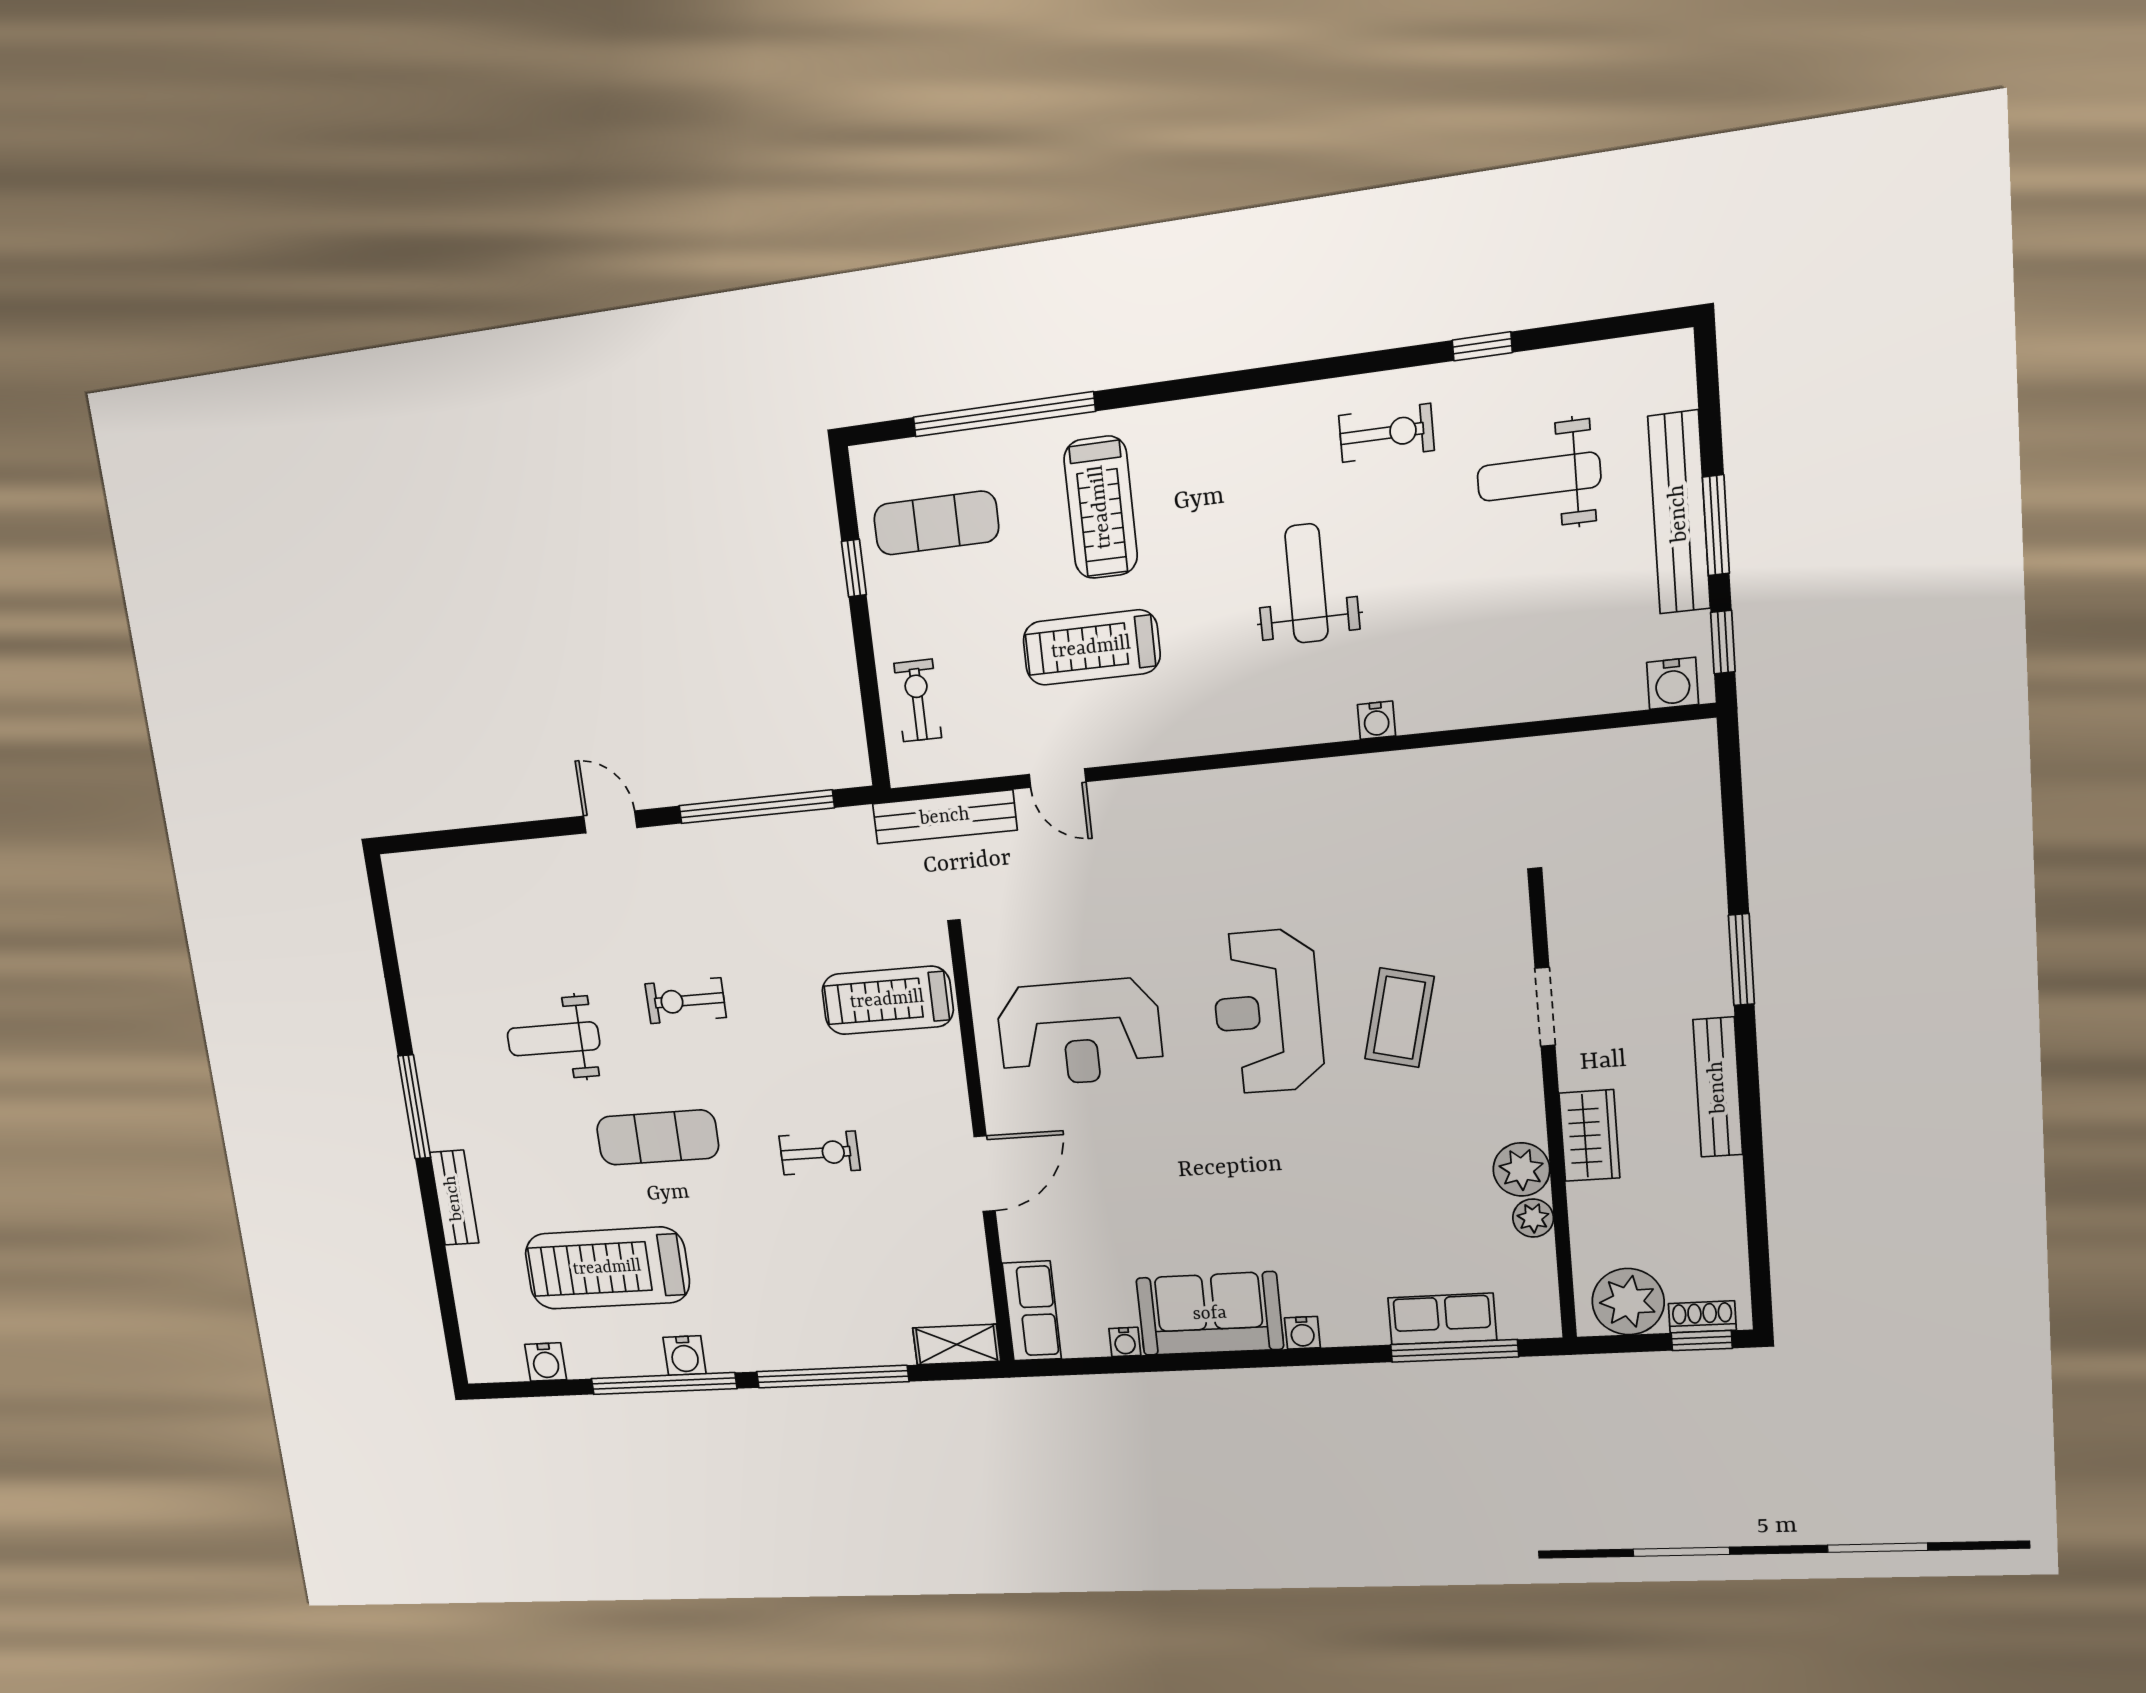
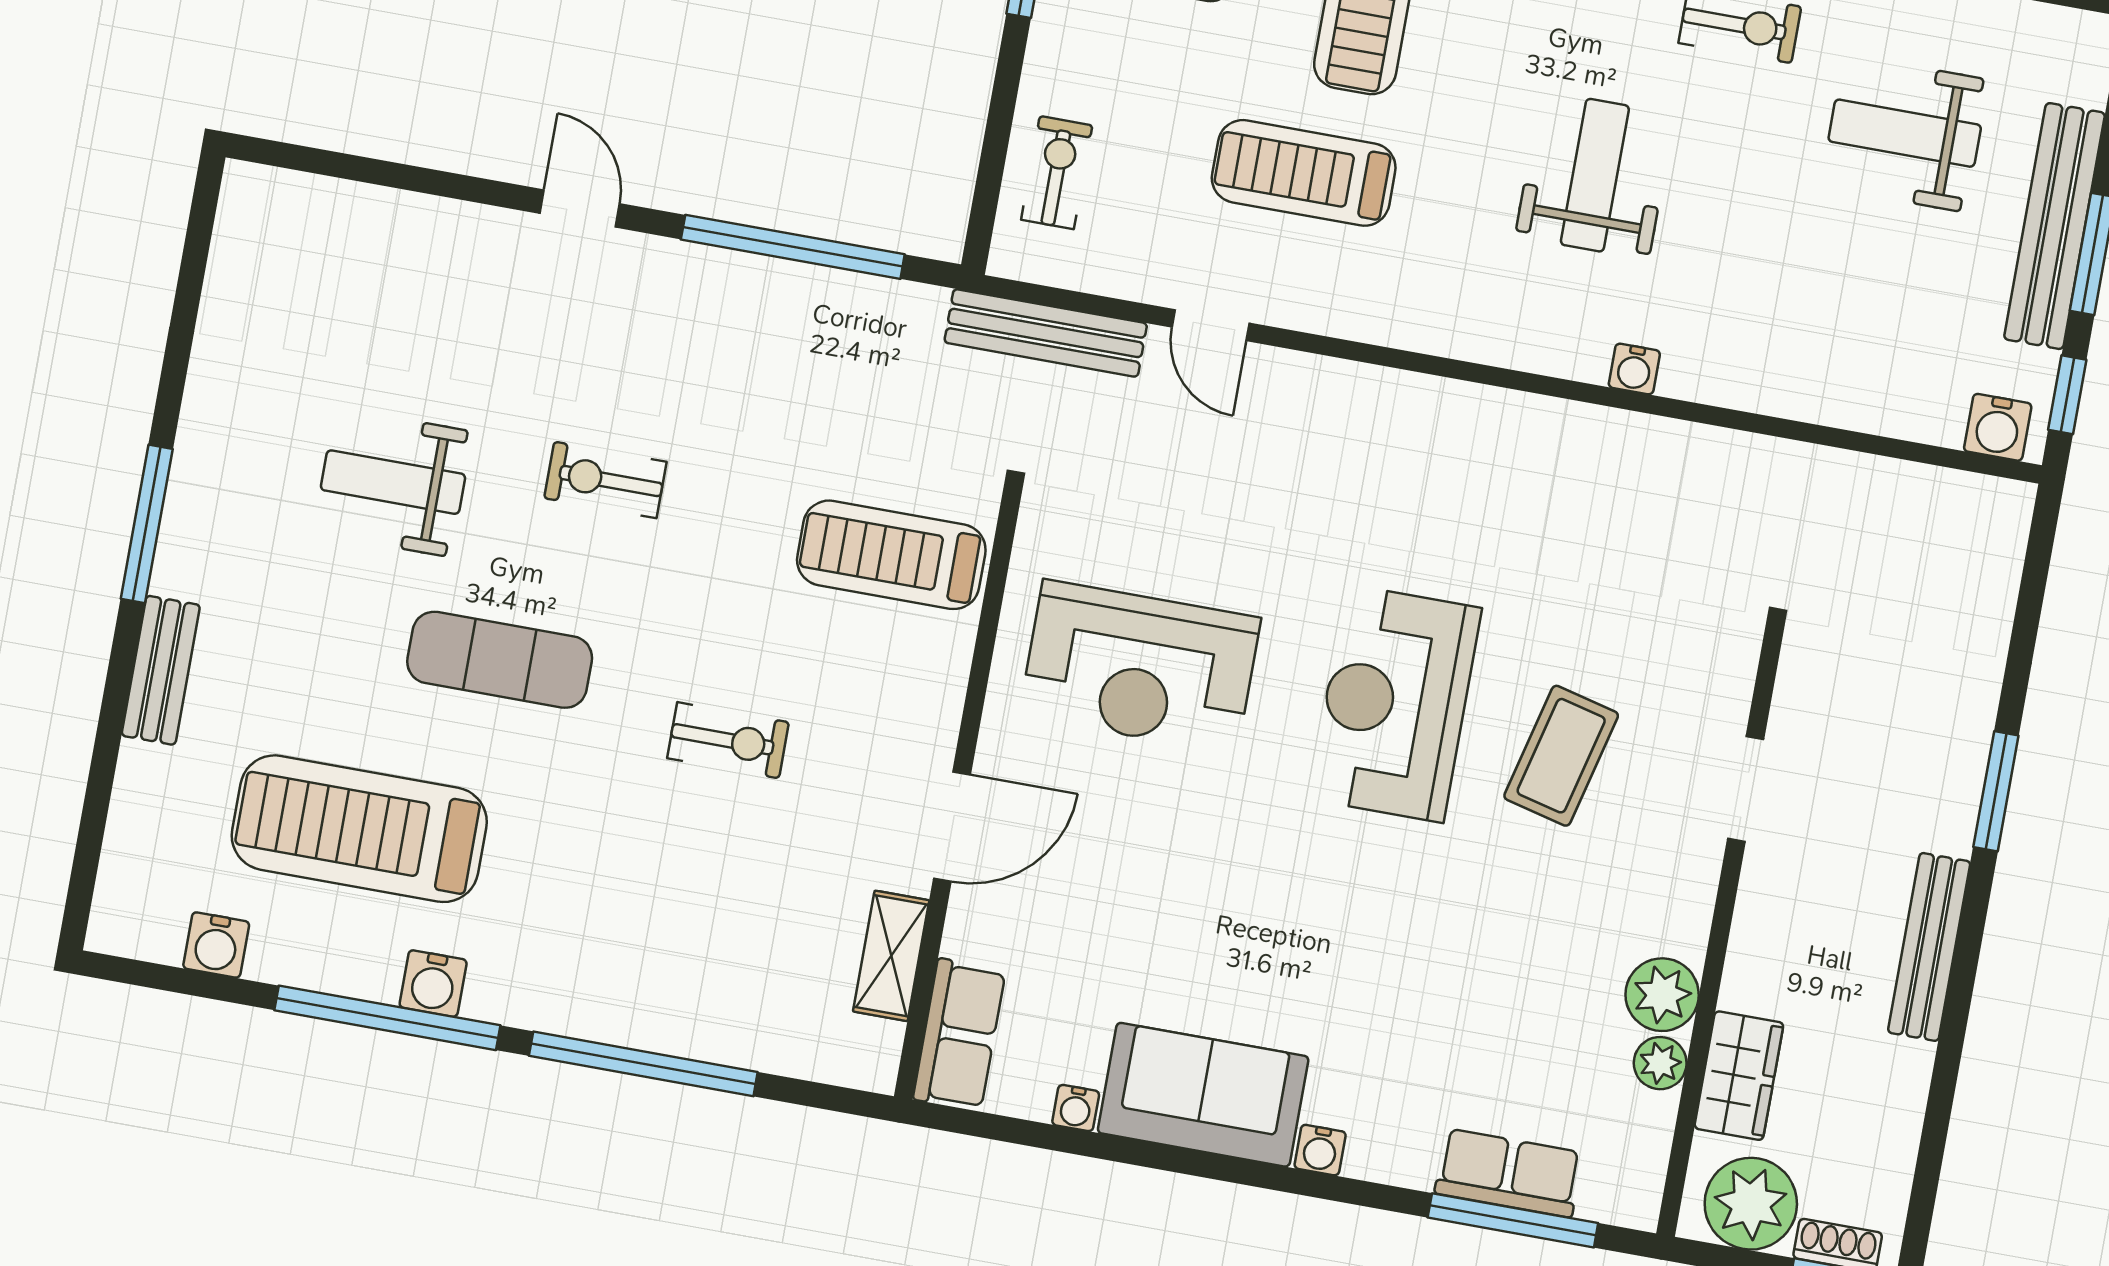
wardrobe: (1589, 1136) -> (1739, 1076), moved
shelving: (957, 1345) -> (891, 956), moved, turned 90

